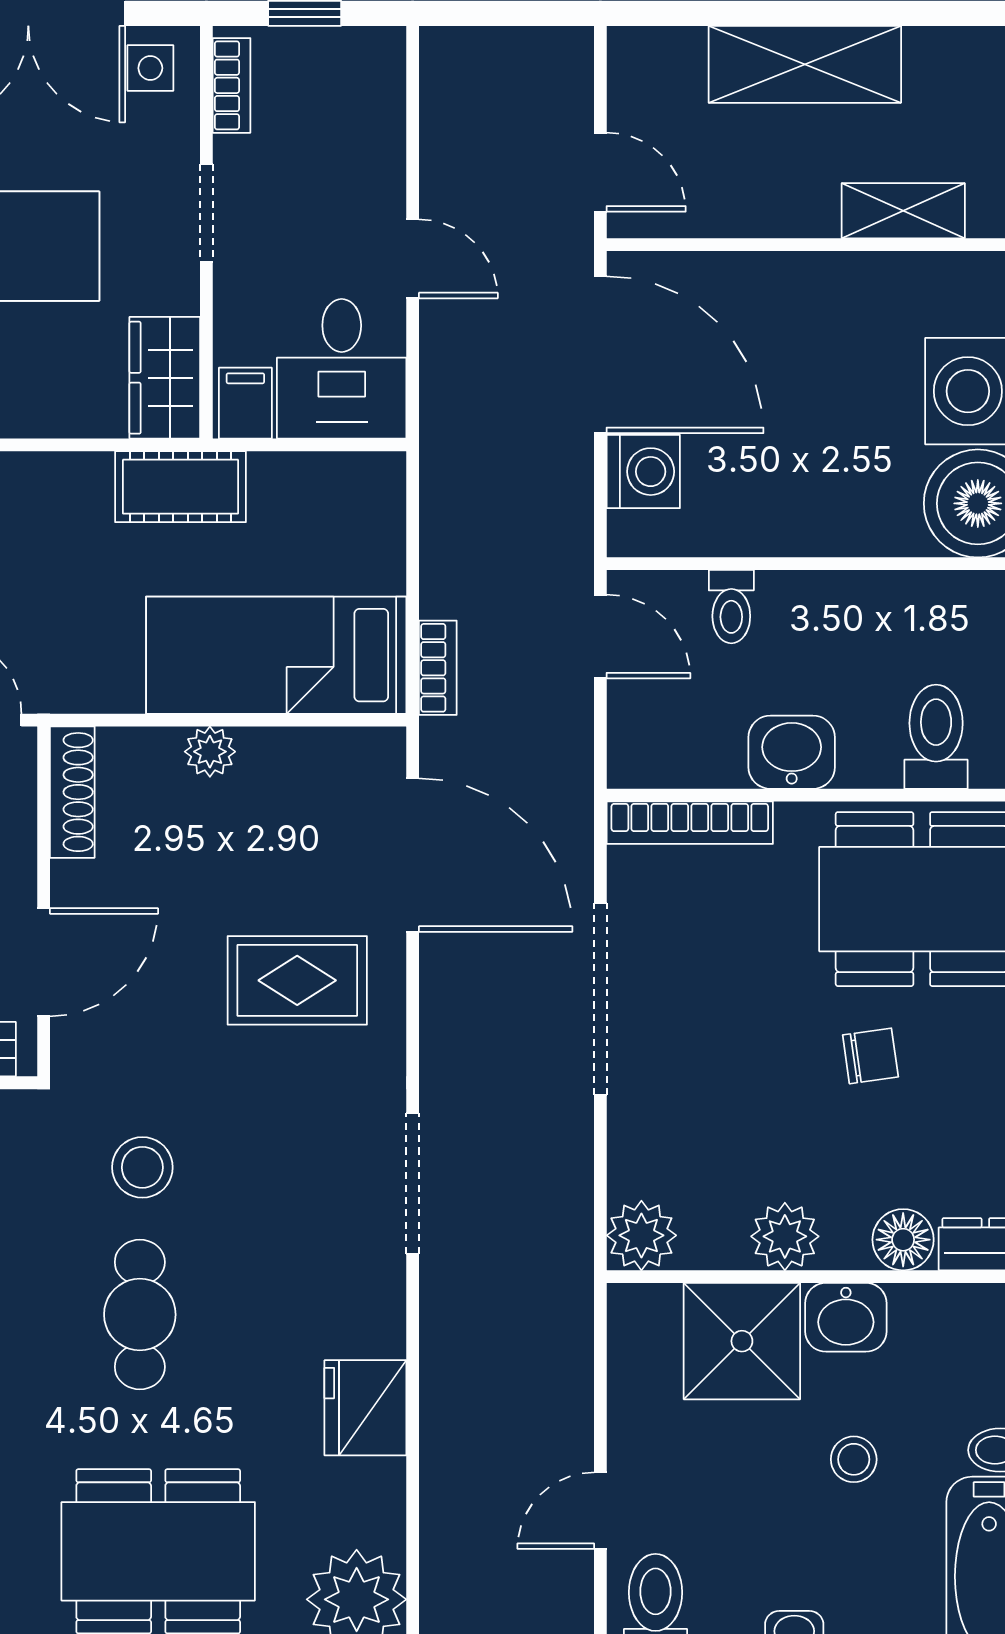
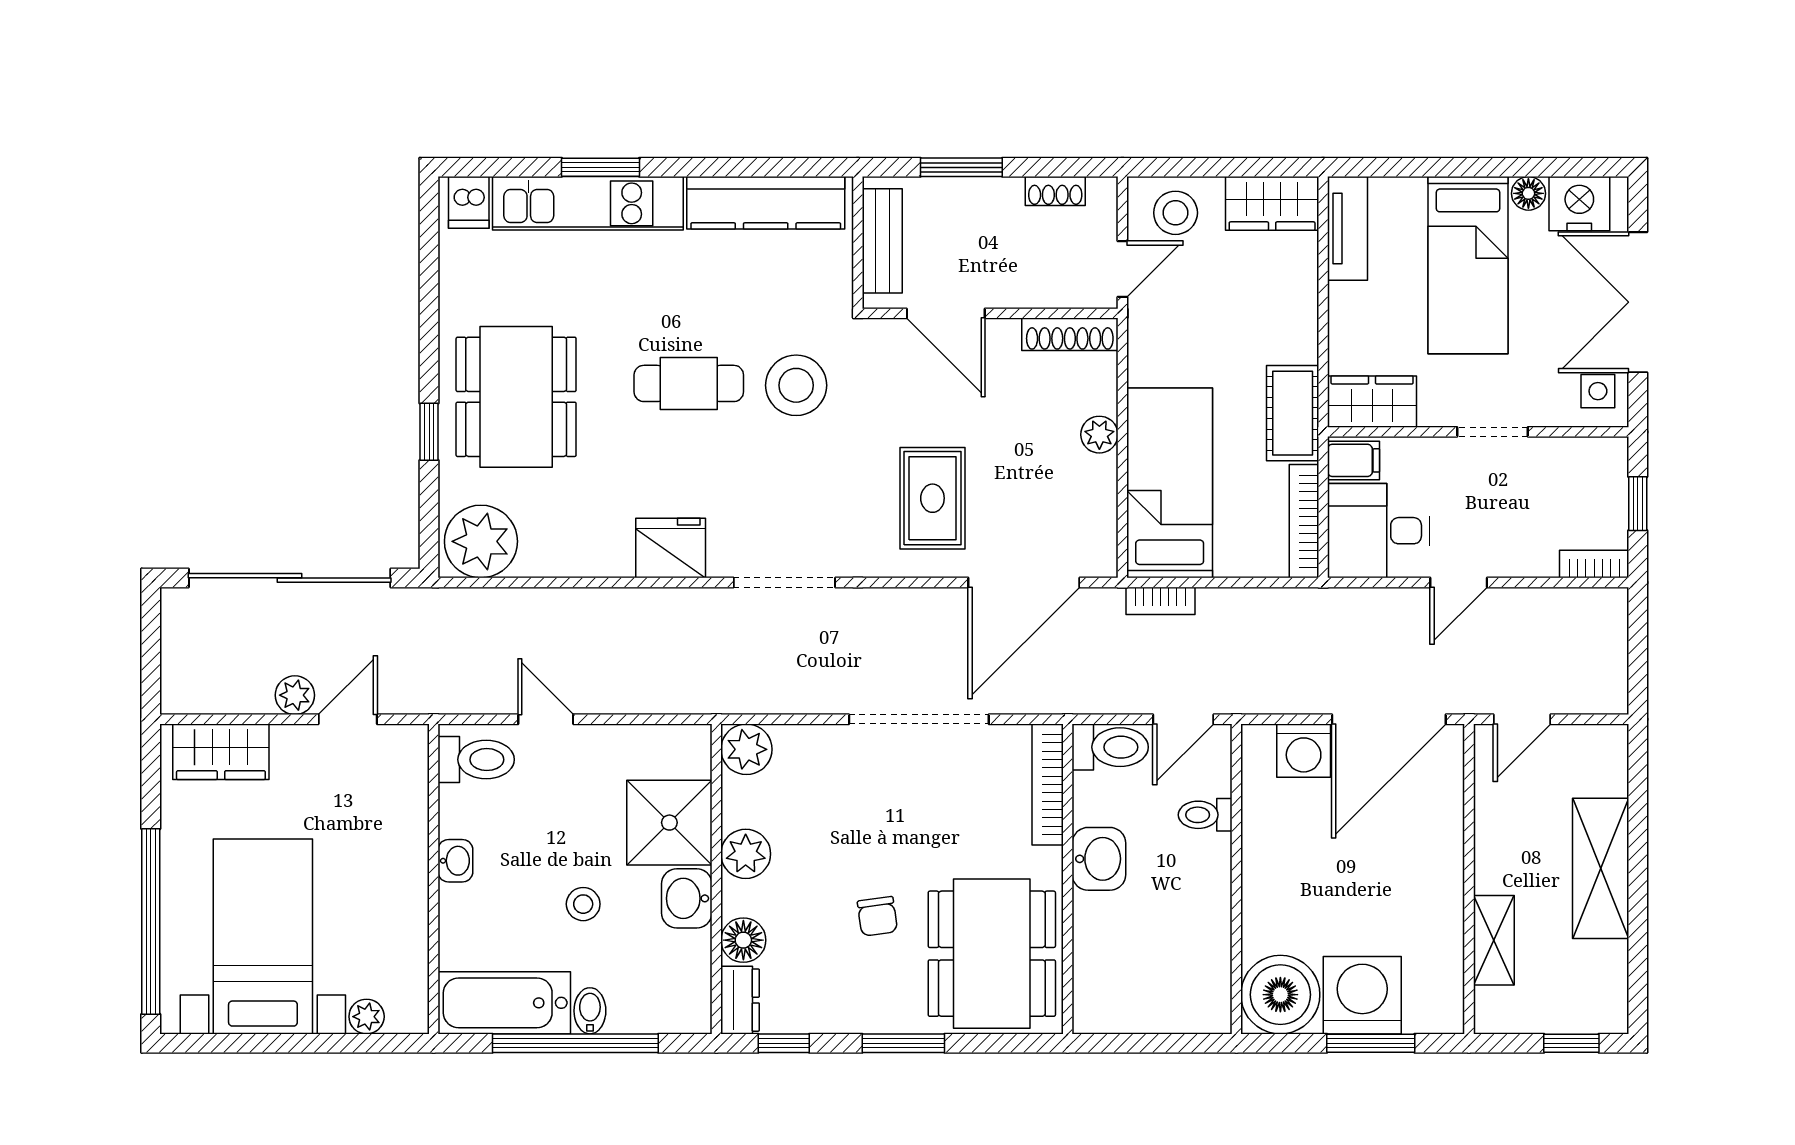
bookcase: (232, 85) -> (1594, 564), moved, turned 180
bookcase: (329, 471) -> (1304, 521), added
toilet: (936, 737) -> (1110, 747), moved
stool: (142, 1167) -> (796, 385), width x1.38, depth x1.38
fridge: (365, 1408) -> (671, 548), moved

